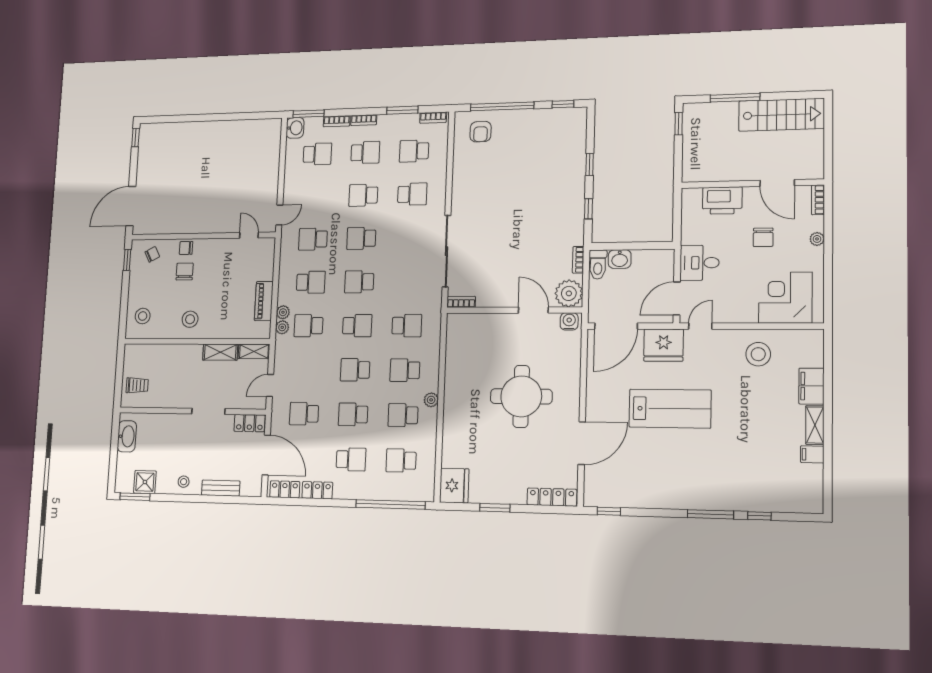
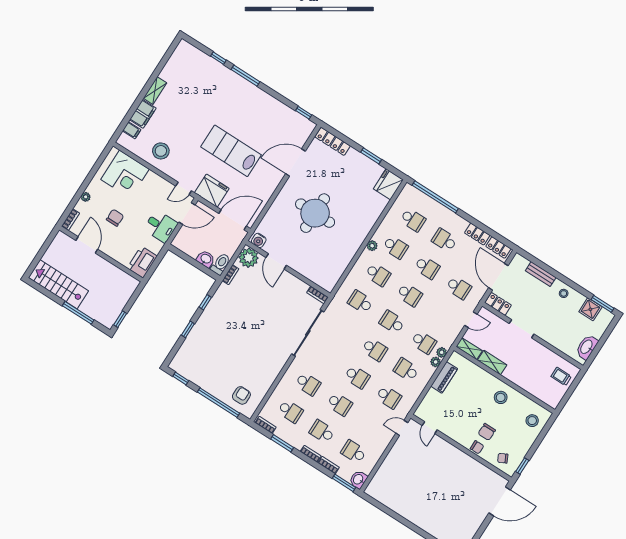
school desk: (412, 194) -> (308, 384), turned 180
printer: (722, 201) -> (142, 262), moved, turned -90
filing cabinet: (812, 454) -> (132, 130), moved

